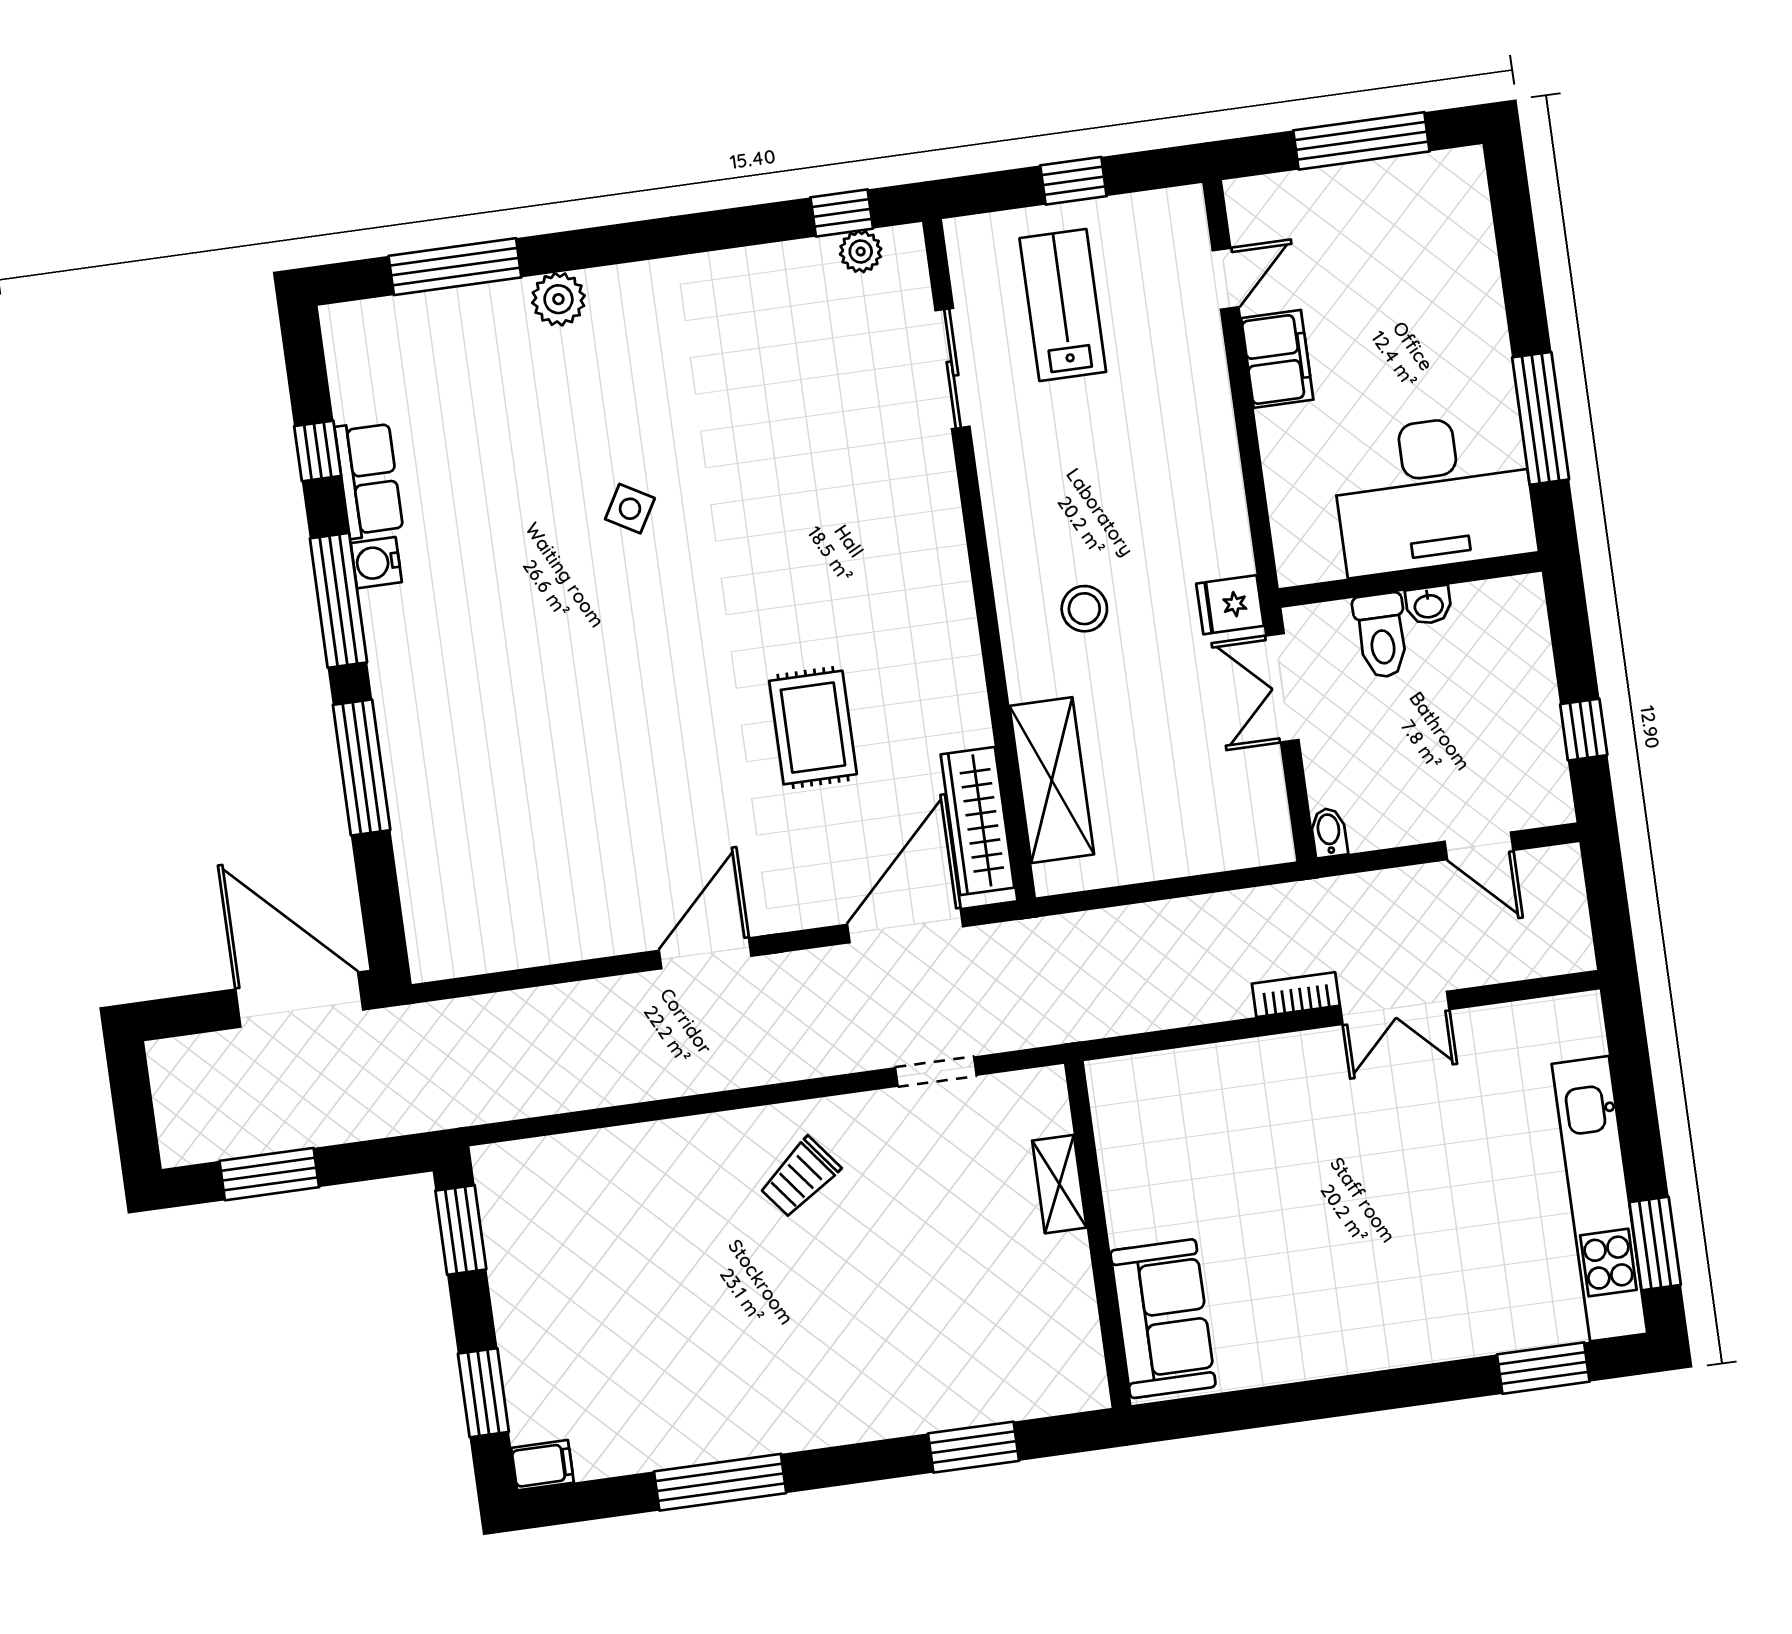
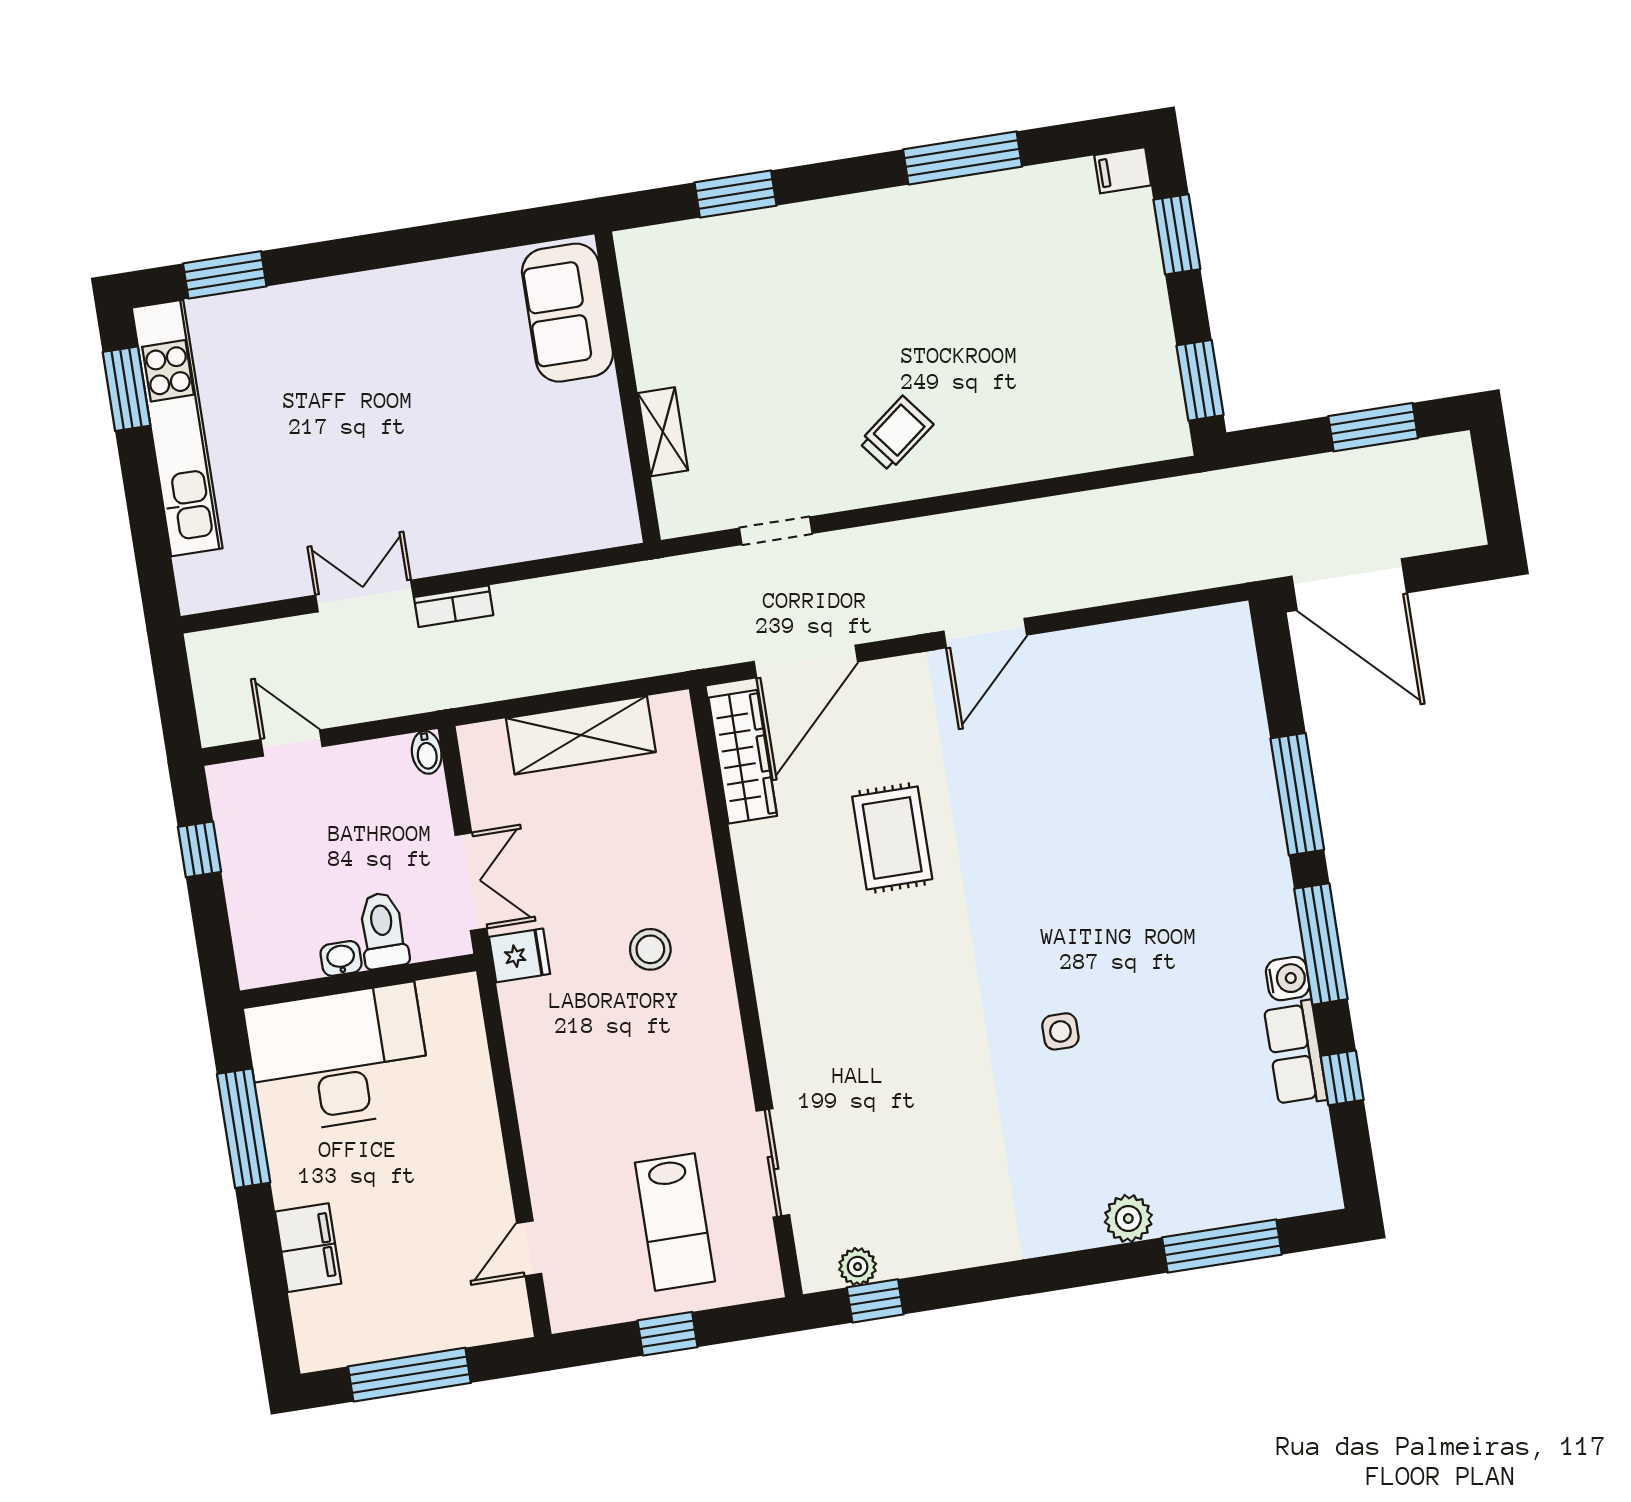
filing cabinet: (1277, 359) -> (308, 1248), moved, turned 180
side table: (630, 509) -> (1060, 1031), turned -30
shelving: (1052, 780) -> (581, 735), moved, turned 90

